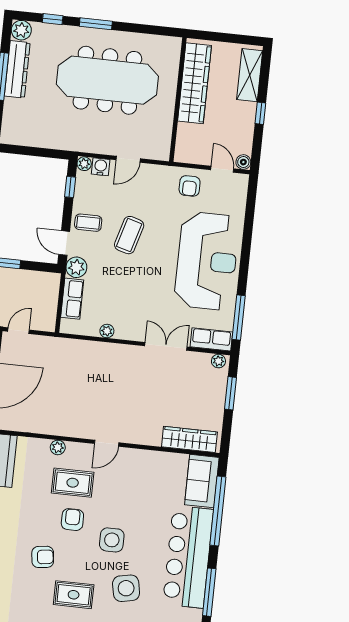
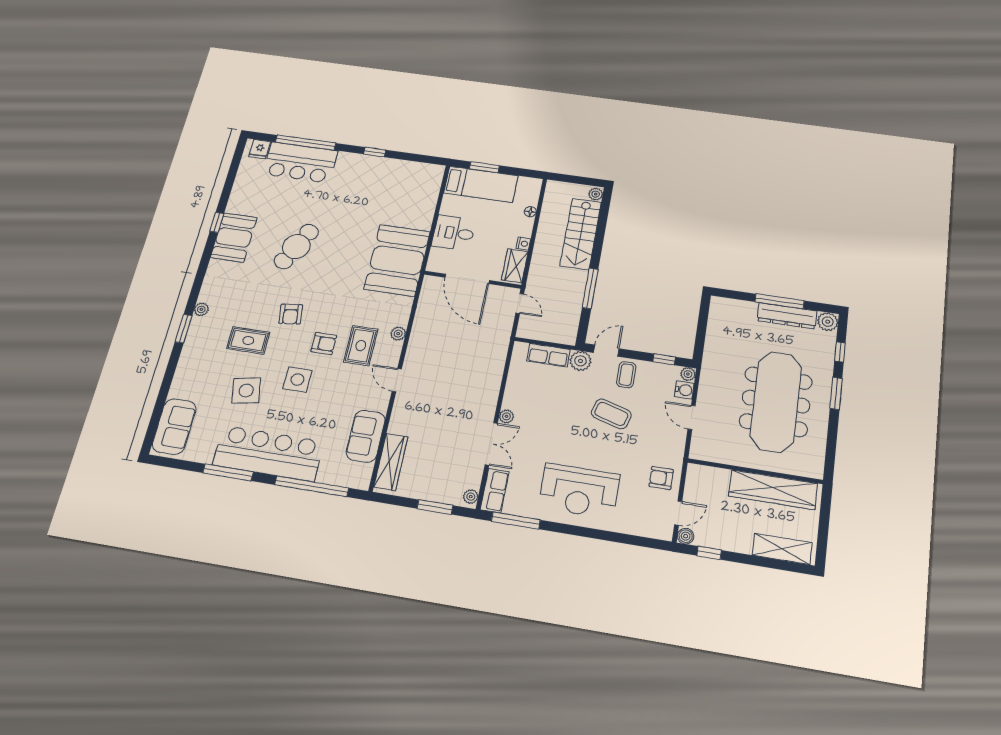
window: (260, 113) -> (709, 553), moved
reception desk: (207, 261) -> (579, 491), width x0.74, depth x0.77
plant: (107, 331) -> (506, 416), moved
sofa: (202, 481) -> (366, 436), moved, turned -90
rug: (74, 595) -> (248, 341), turned 90

